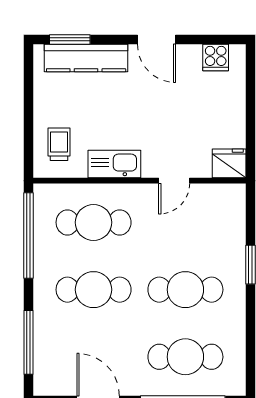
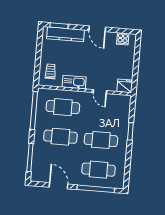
door: (174, 181) -> (100, 92), hinge flipped

